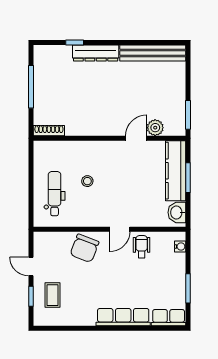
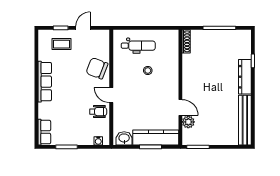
row of seats: (123, 317) -> (45, 82), moved

